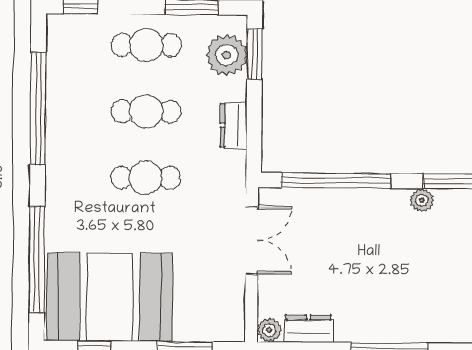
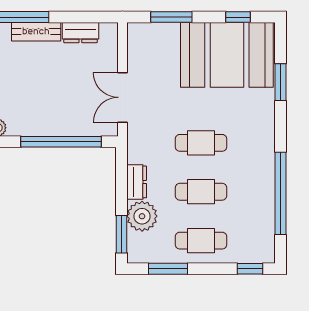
plant: (227, 55) -> (142, 216), moved
window: (37, 259) -> (281, 82), width x0.47
plant: (269, 330) -> (109, 31), removed
bench: (368, 330) -> (36, 32), added

